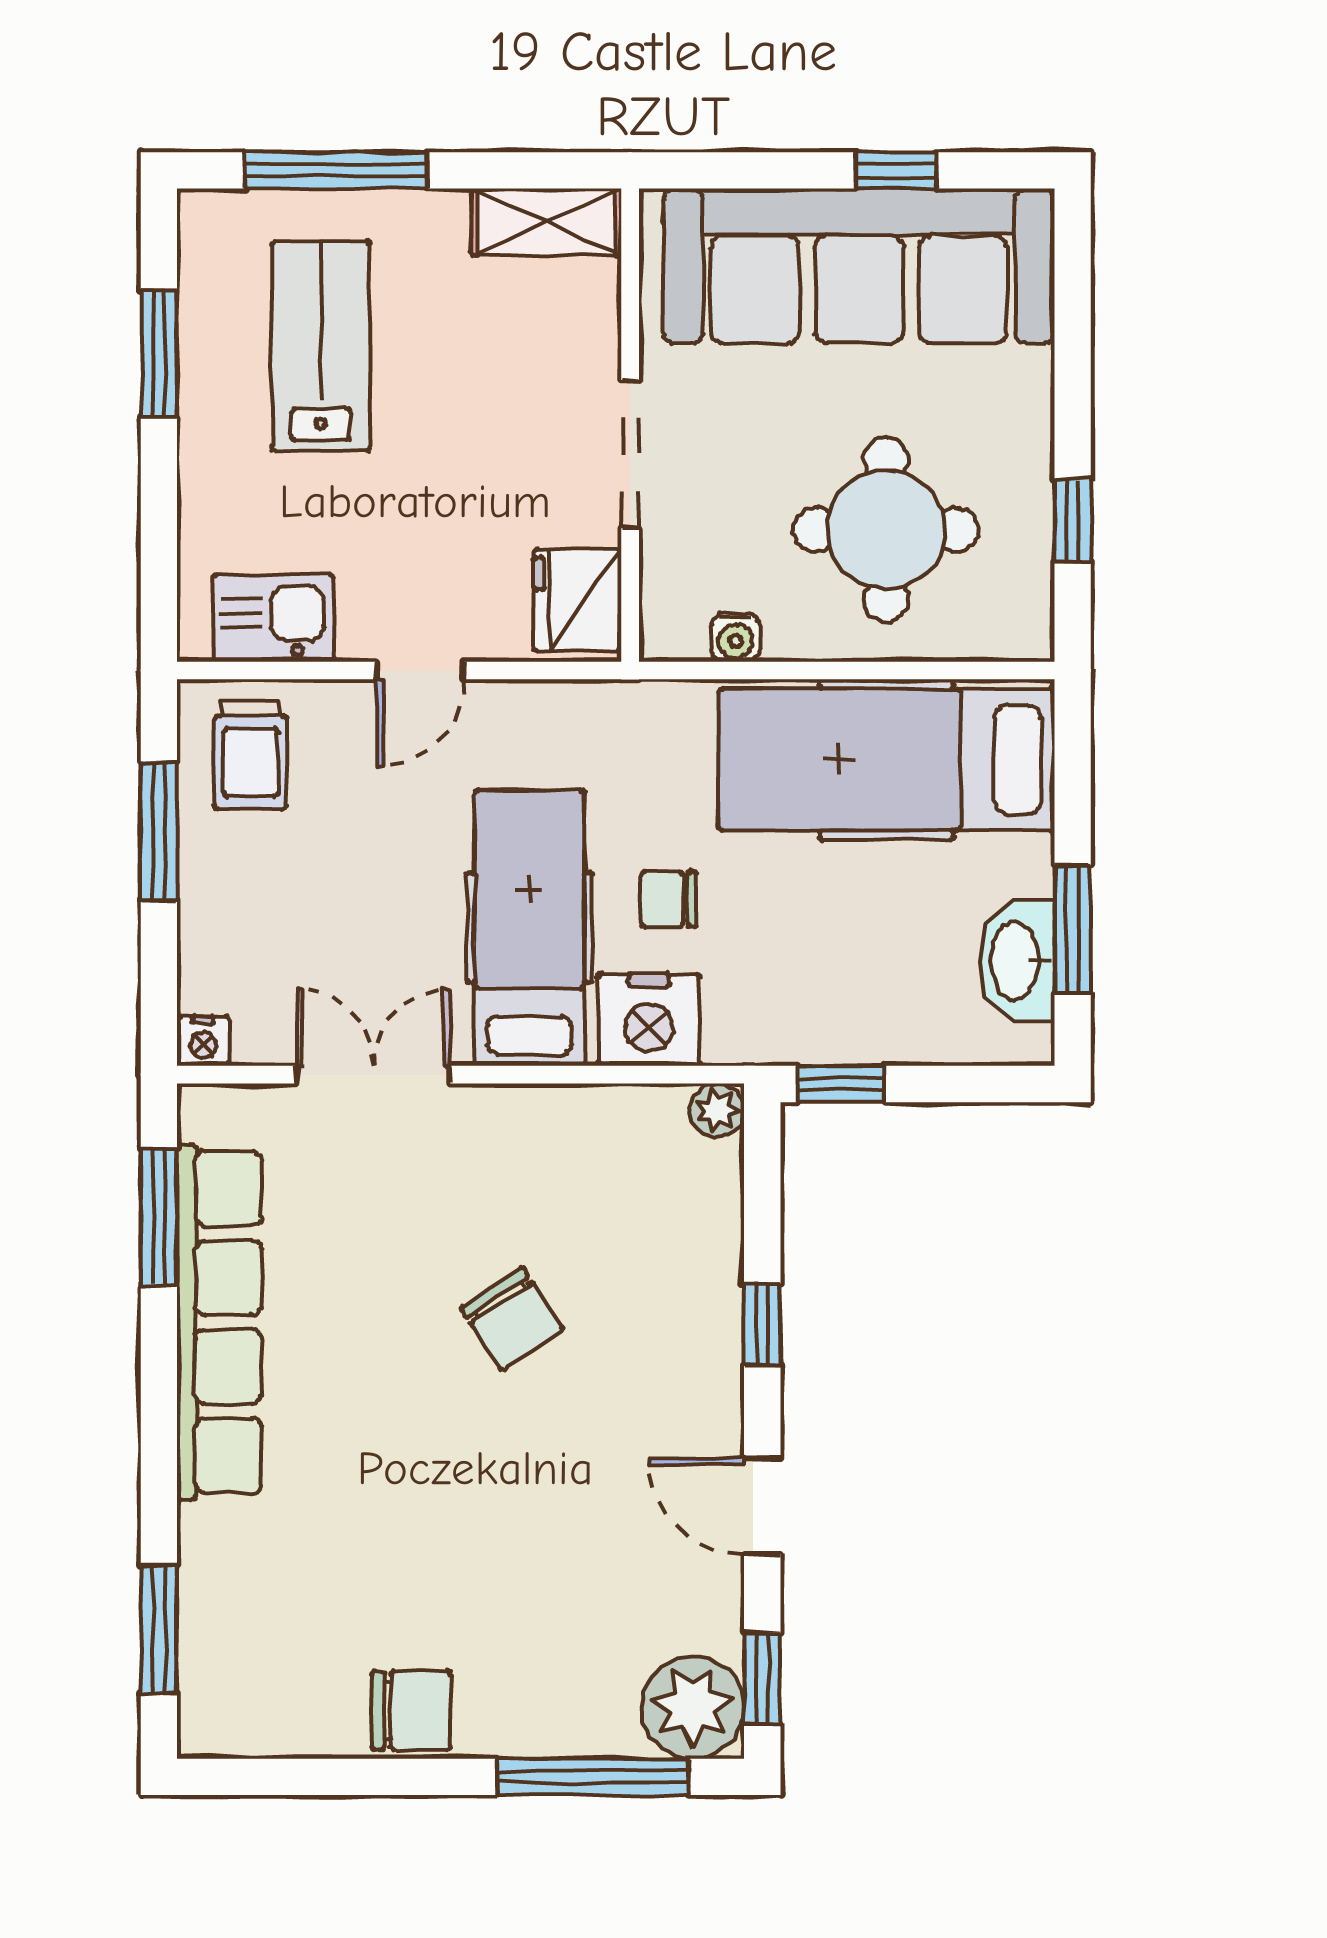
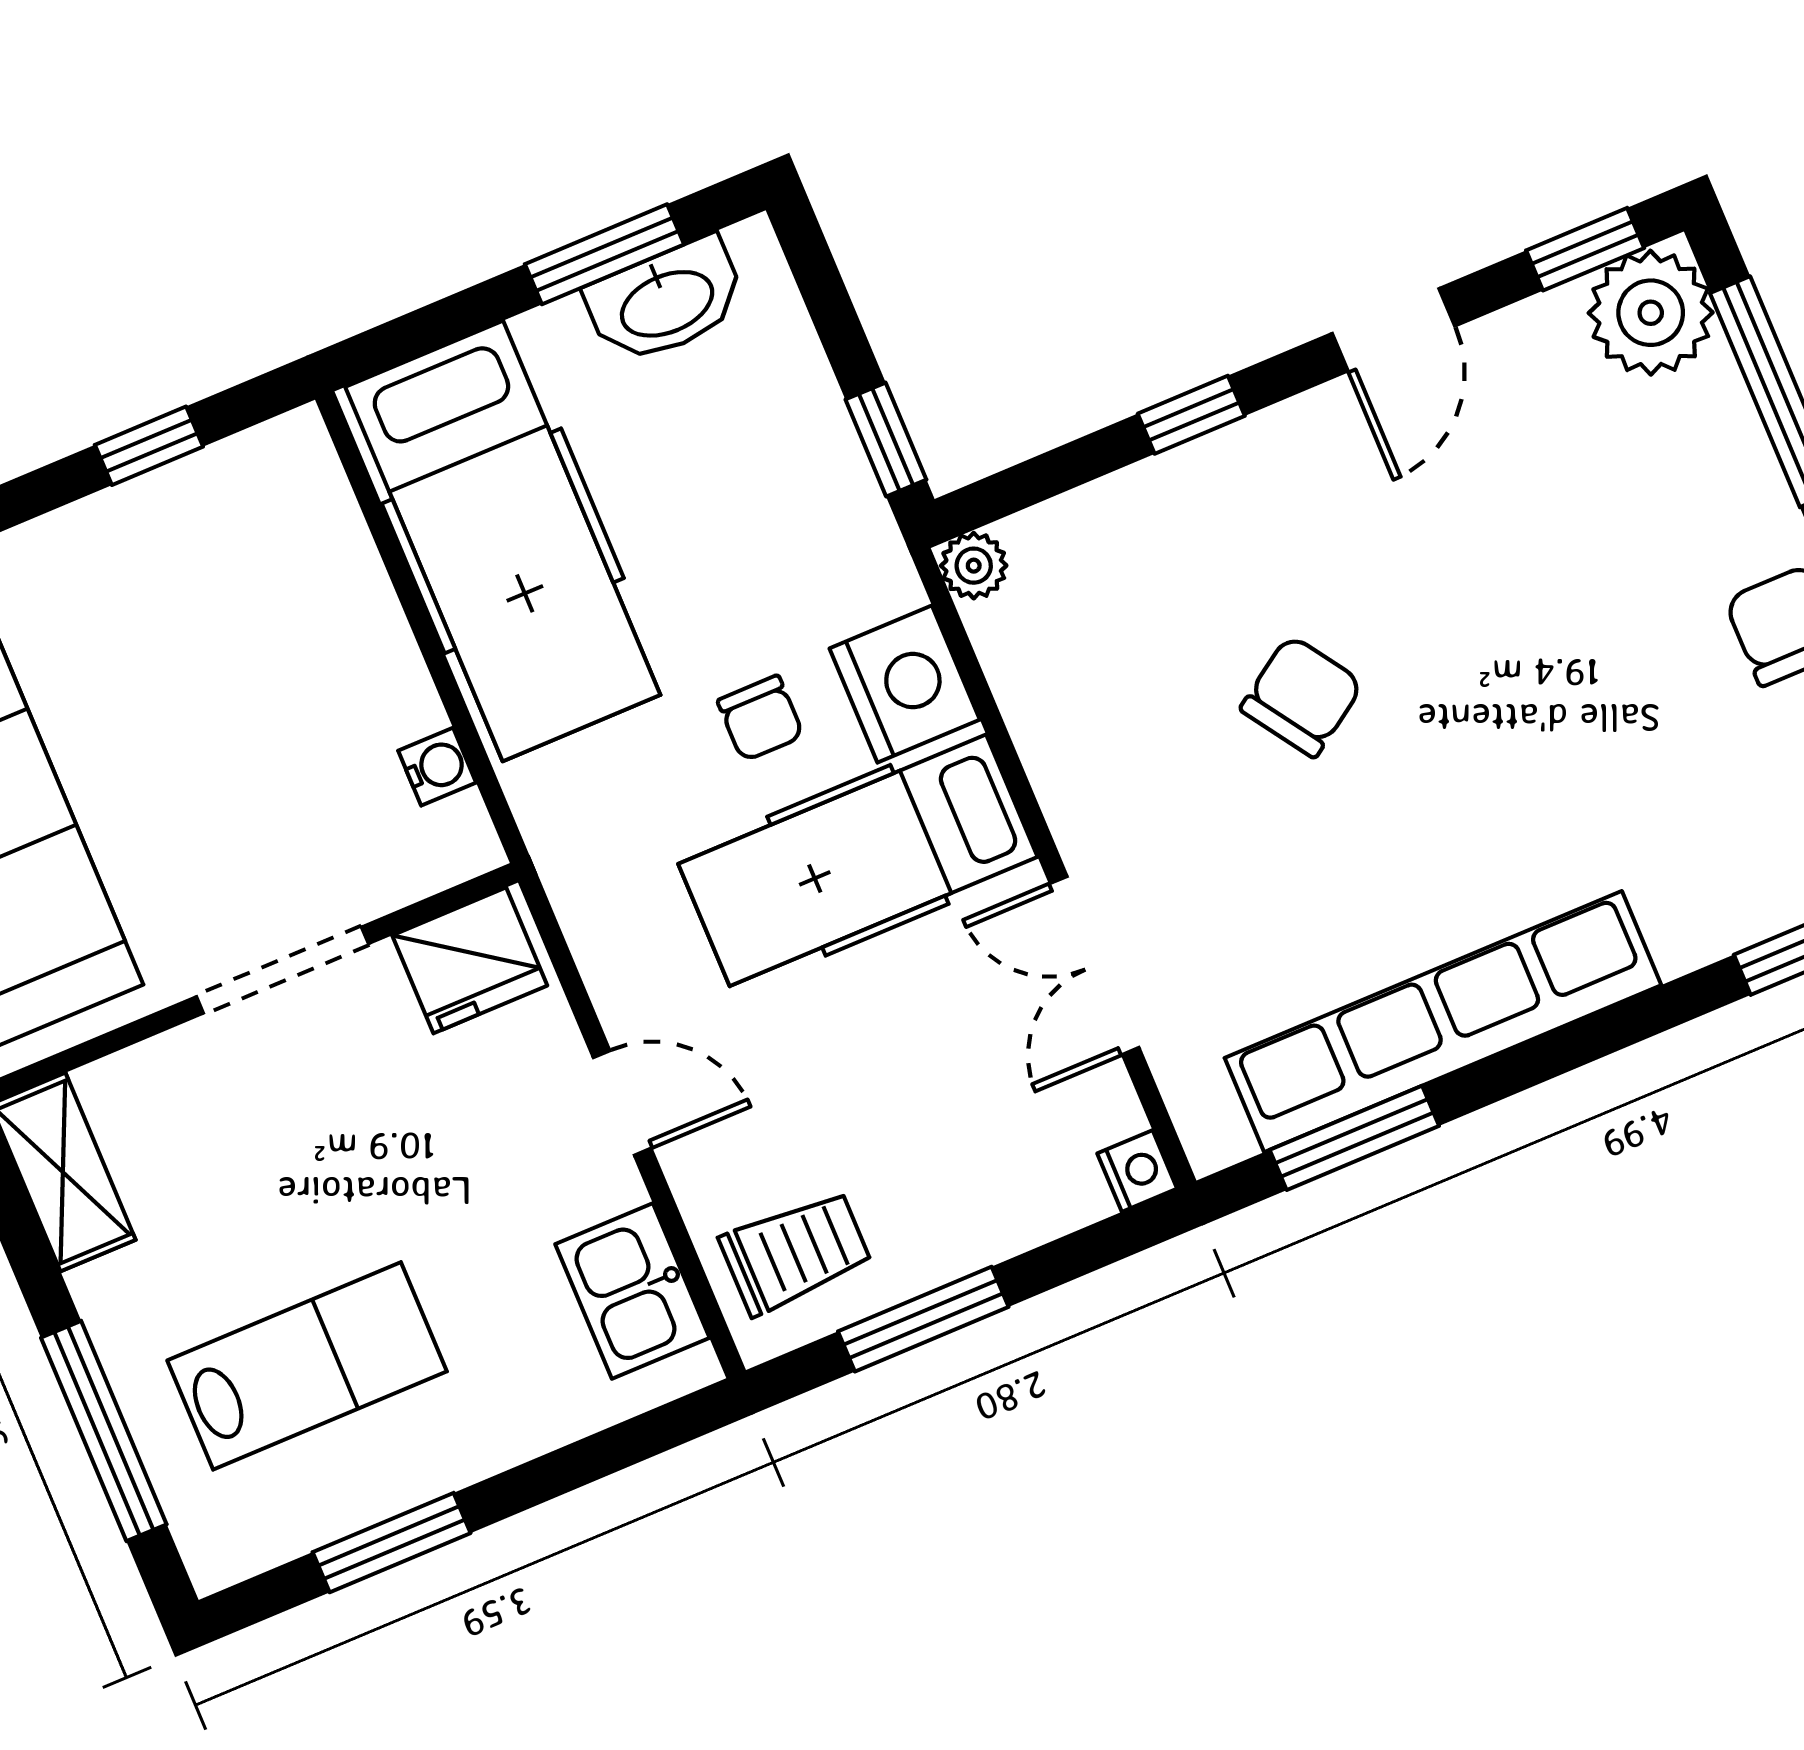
lab bench: (321, 346) -> (307, 1366), turned 180
round table: (886, 530) -> (247, 649), removed

